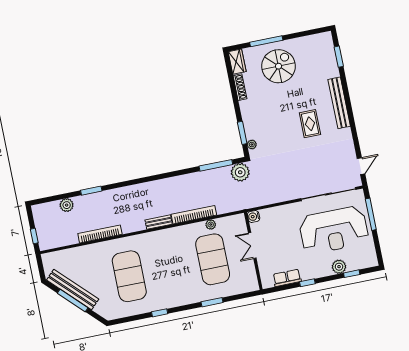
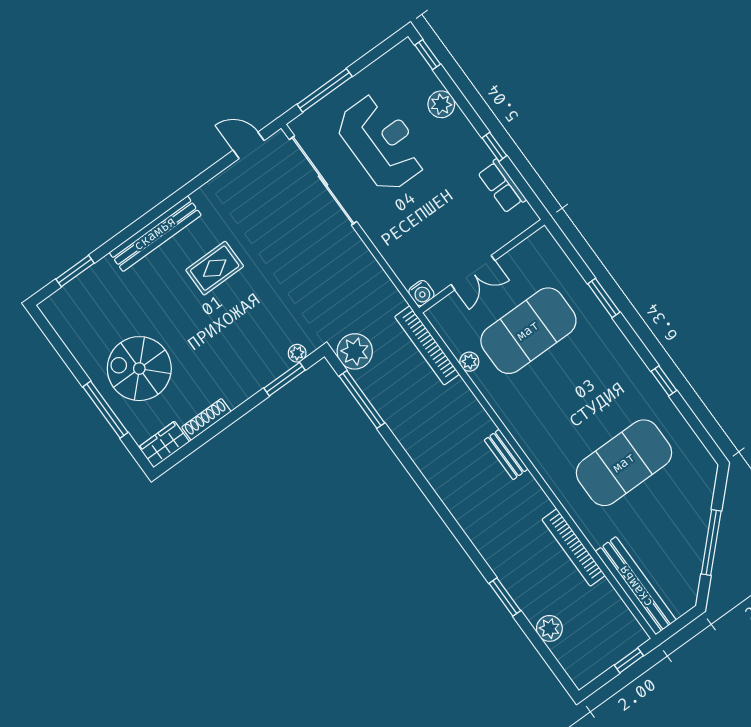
bookcase: (194, 215) -> (427, 345), moved
reception desk: (334, 230) -> (382, 142), width x0.74, depth x0.77
window: (352, 274) -> (428, 55), moved
bench: (73, 289) -> (636, 586), moved, turned -45

